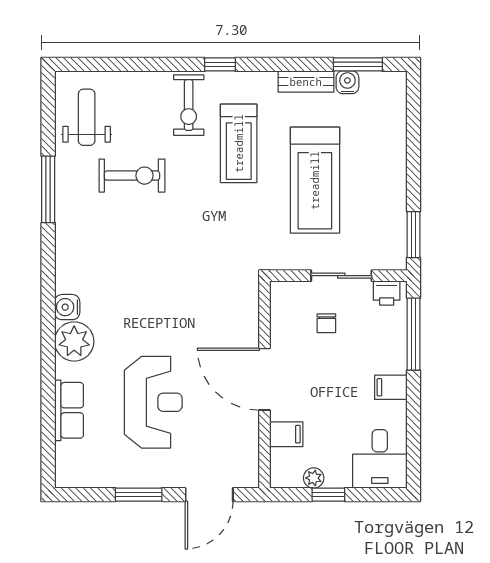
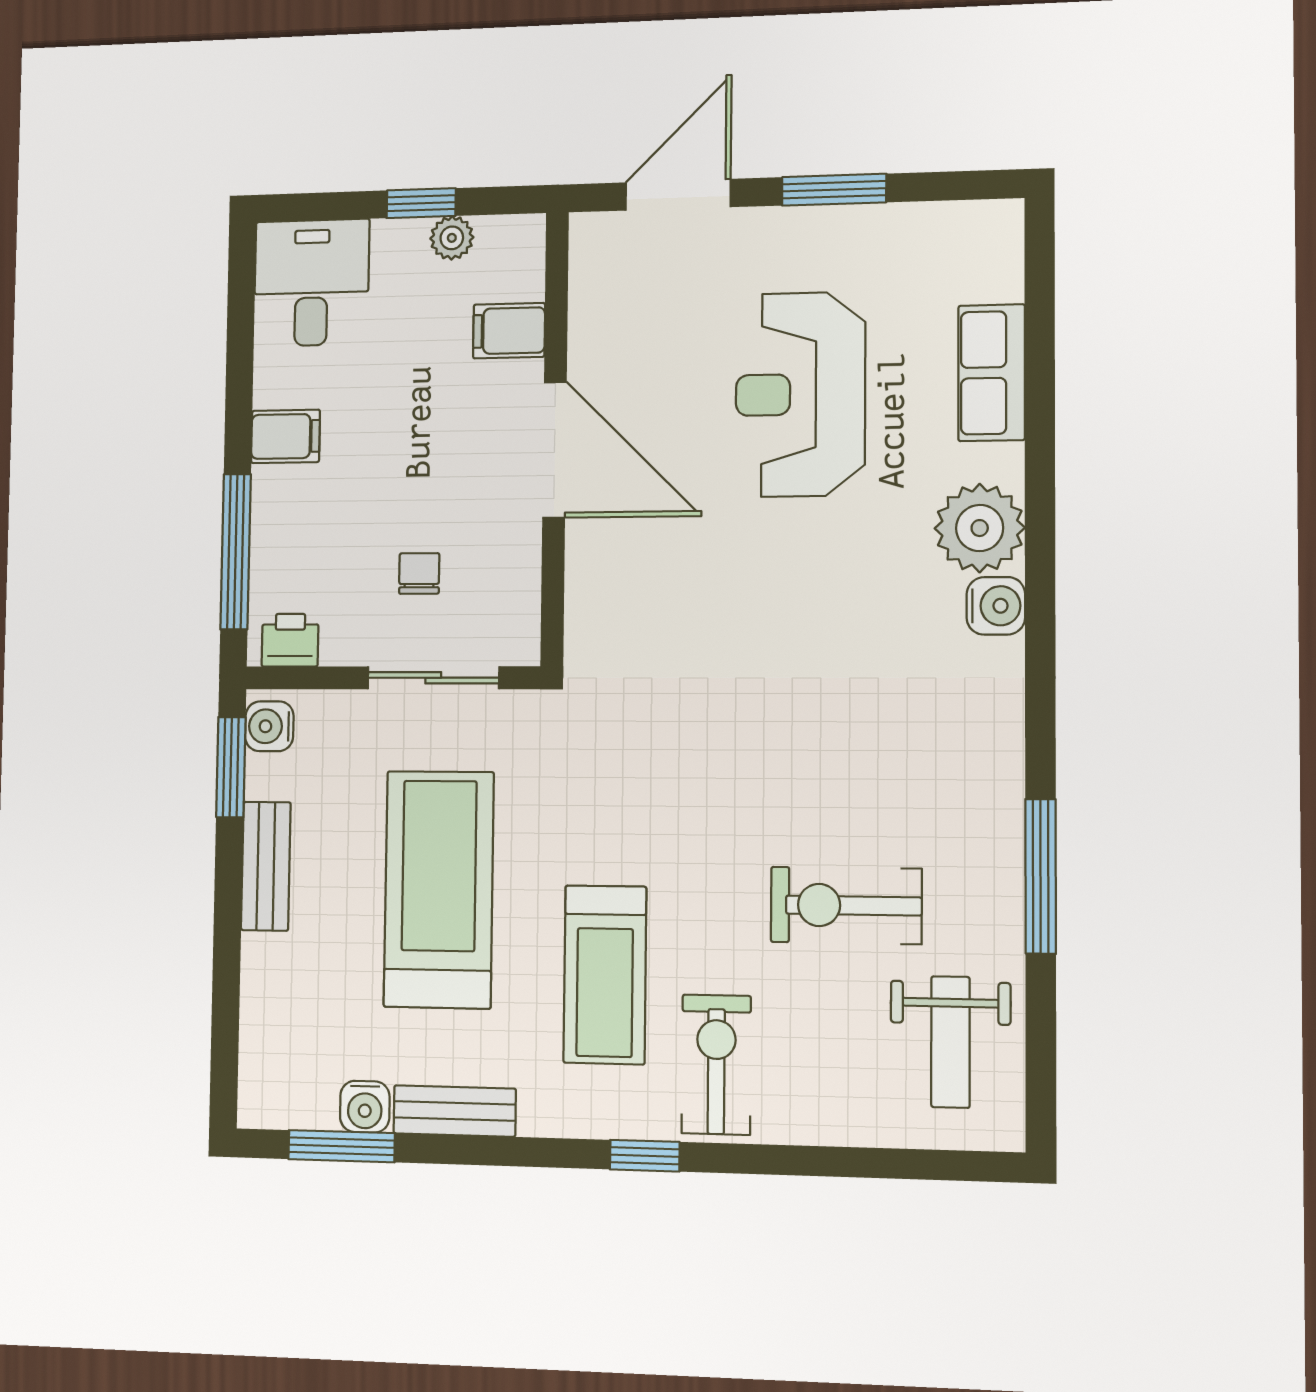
treadmill: (239, 143) -> (605, 975), turned 180
bench: (396, 190) -> (266, 866), added
water cooler: (396, 253) -> (269, 726), added
sliding door: (341, 276) -> (433, 678), moved

